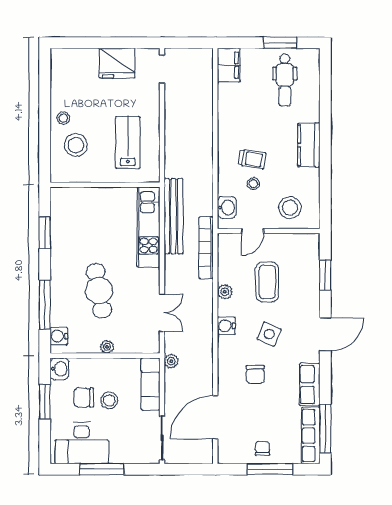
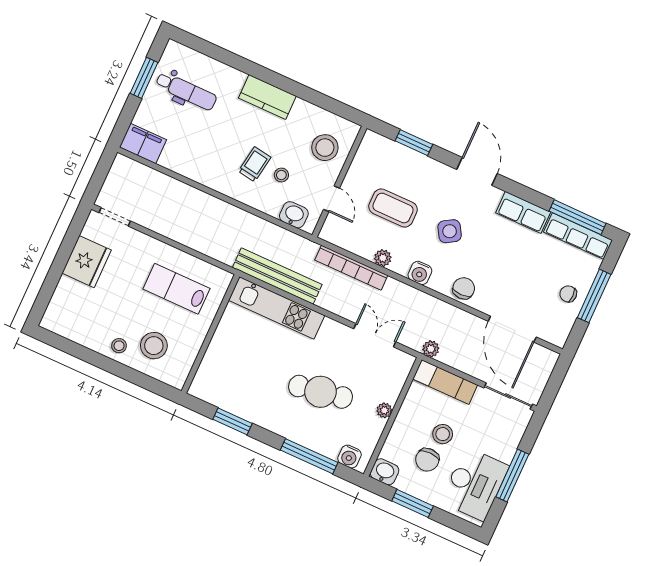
bookcase: (206, 248) -> (351, 268), moved
side table: (269, 334) -> (450, 231), turned 36
chair: (255, 374) -> (464, 288), moved, turned -90

